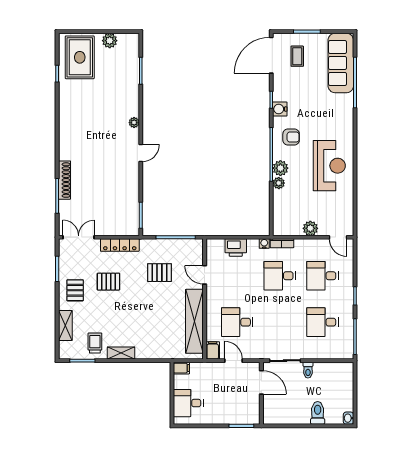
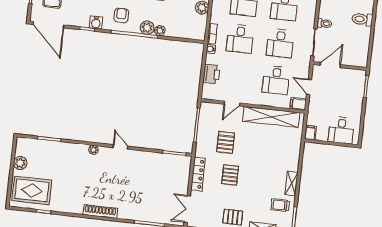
shoe rack: (65, 180) -> (100, 211), moved
pallet: (108, 282) -> (230, 175), moved
desk: (280, 322) -> (280, 43), added
door: (233, 361) -> (309, 87), hinge flipped

